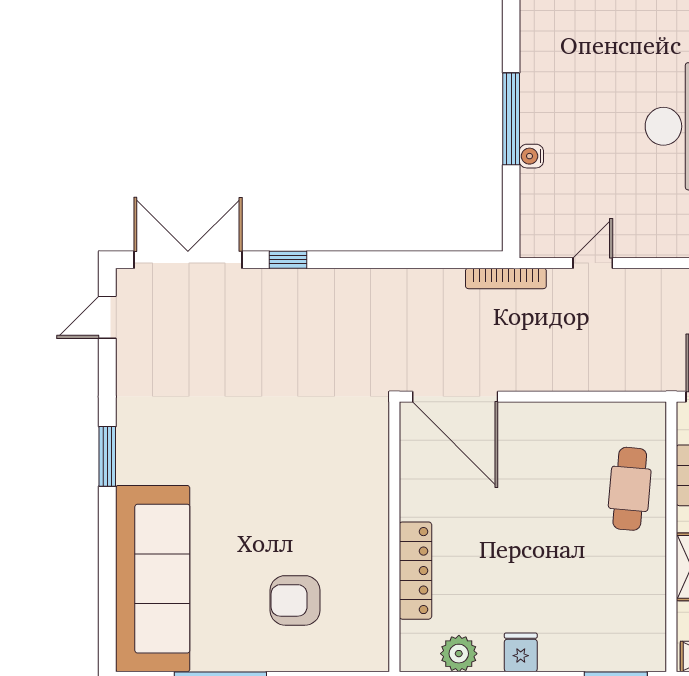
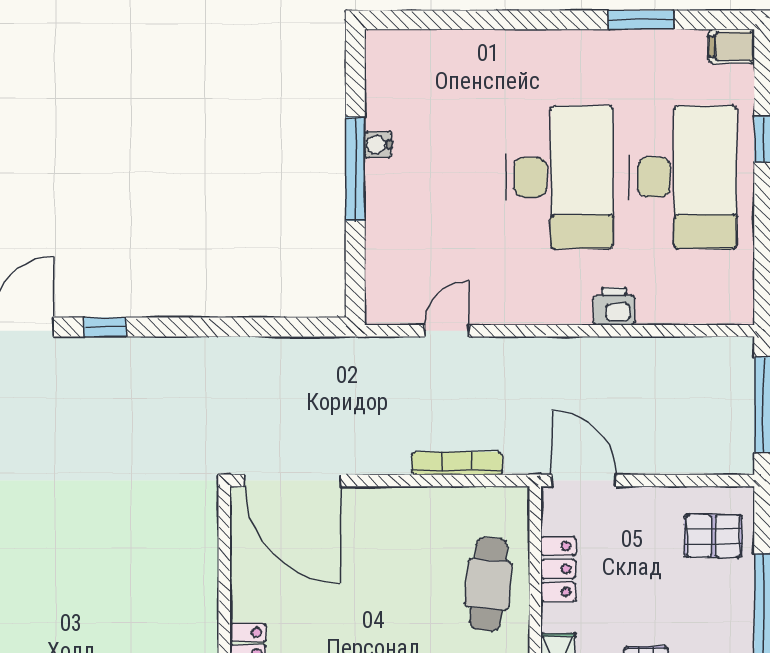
water cooler: (531, 156) -> (378, 145), moved
bookcase: (506, 278) -> (457, 463), moved, turned 180

